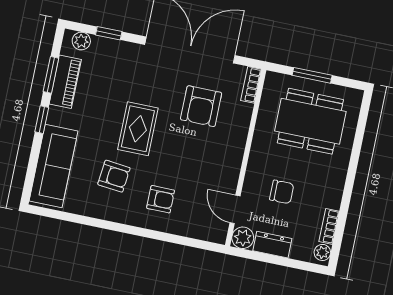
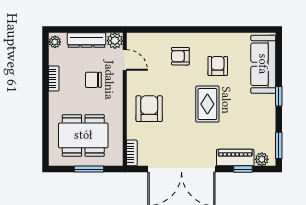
window: (51, 75) -> (279, 145), moved
piano: (65, 82) -> (235, 158), moved, turned 90
armchair: (201, 106) -> (149, 109), moved
armchair: (114, 176) -> (218, 66), turned 84
bookcase: (329, 226) -> (54, 79), moved
dresser: (272, 245) -> (87, 40), width x1.44

